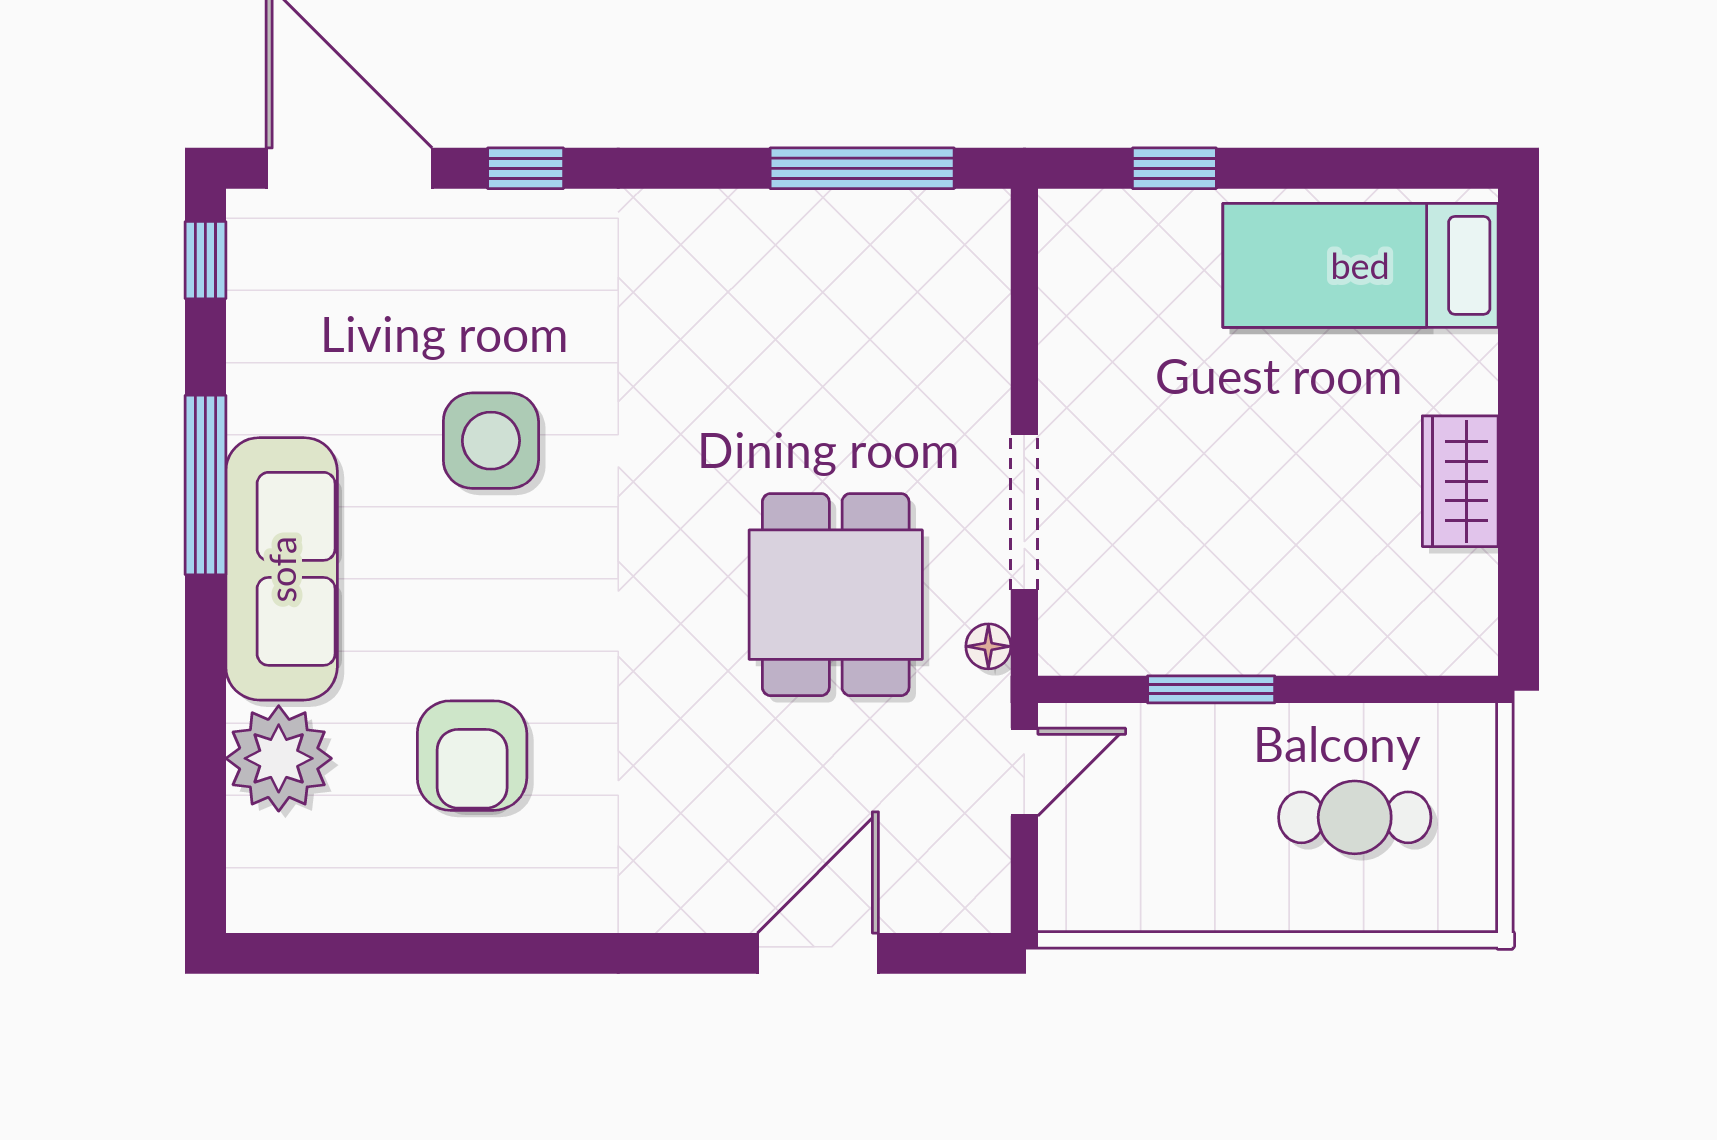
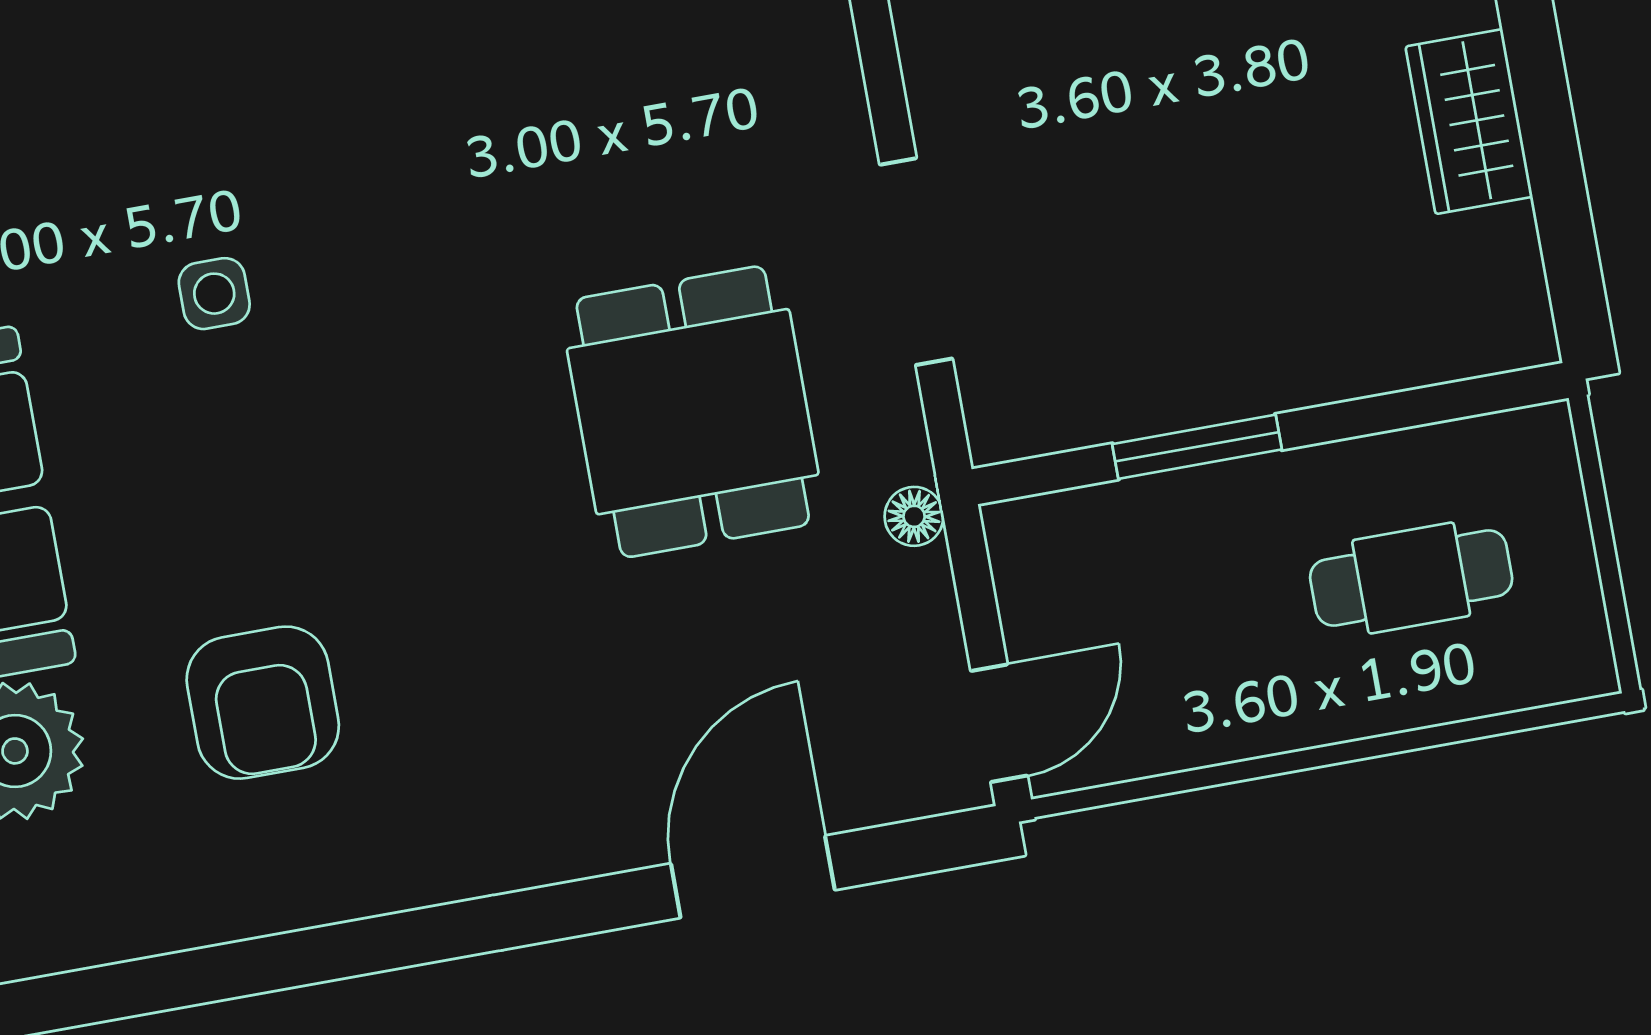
side table: (491, 441) -> (214, 294), width x0.54, depth x0.54
floor lamp: (988, 646) -> (914, 516), moved
door: (1024, 772) -> (999, 723), moved

